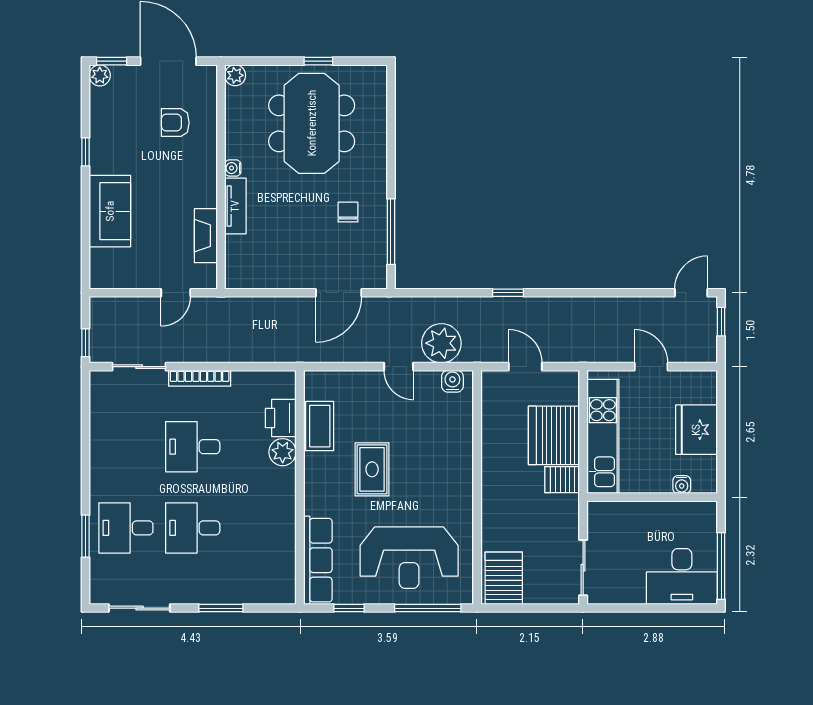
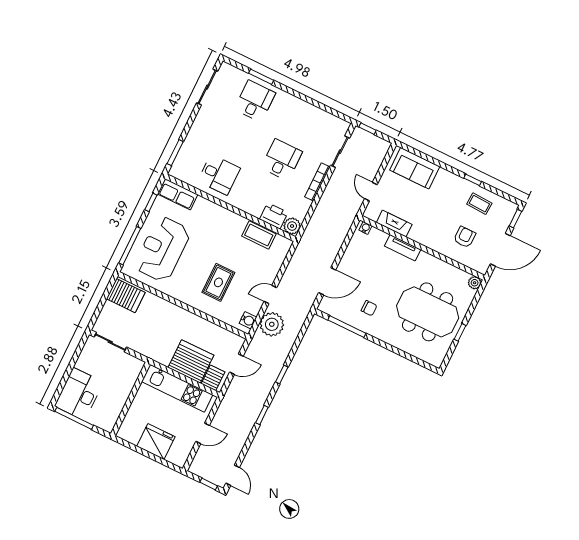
plant: (100, 75) -> (511, 208), removed
coffee table: (116, 125) -> (479, 204), added
water cooler: (233, 168) -> (365, 228), moved
sofa: (110, 211) -> (415, 168), moved
door: (339, 293) -> (327, 281), swing flipped
window: (581, 293) -> (262, 415), added
plant: (283, 452) -> (292, 226), moved
rug: (372, 469) -> (218, 282), moved, turned 90
server rack: (562, 480) -> (213, 378), moved
water cooler: (682, 485) -> (130, 419), removed
desk: (193, 528) -> (219, 175), moved, turned 90
row of seats: (318, 560) -> (178, 194), width x0.68
window: (221, 608) -> (175, 153), moved

